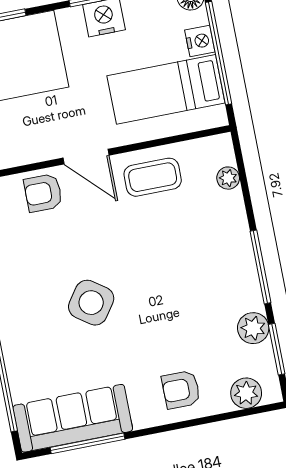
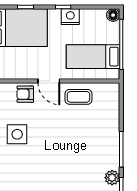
nightstand: (200, 41) -> (113, 37), removed
plant: (228, 178) -> (114, 104), removed
side table: (91, 303) -> (17, 134), moved, turned -35

